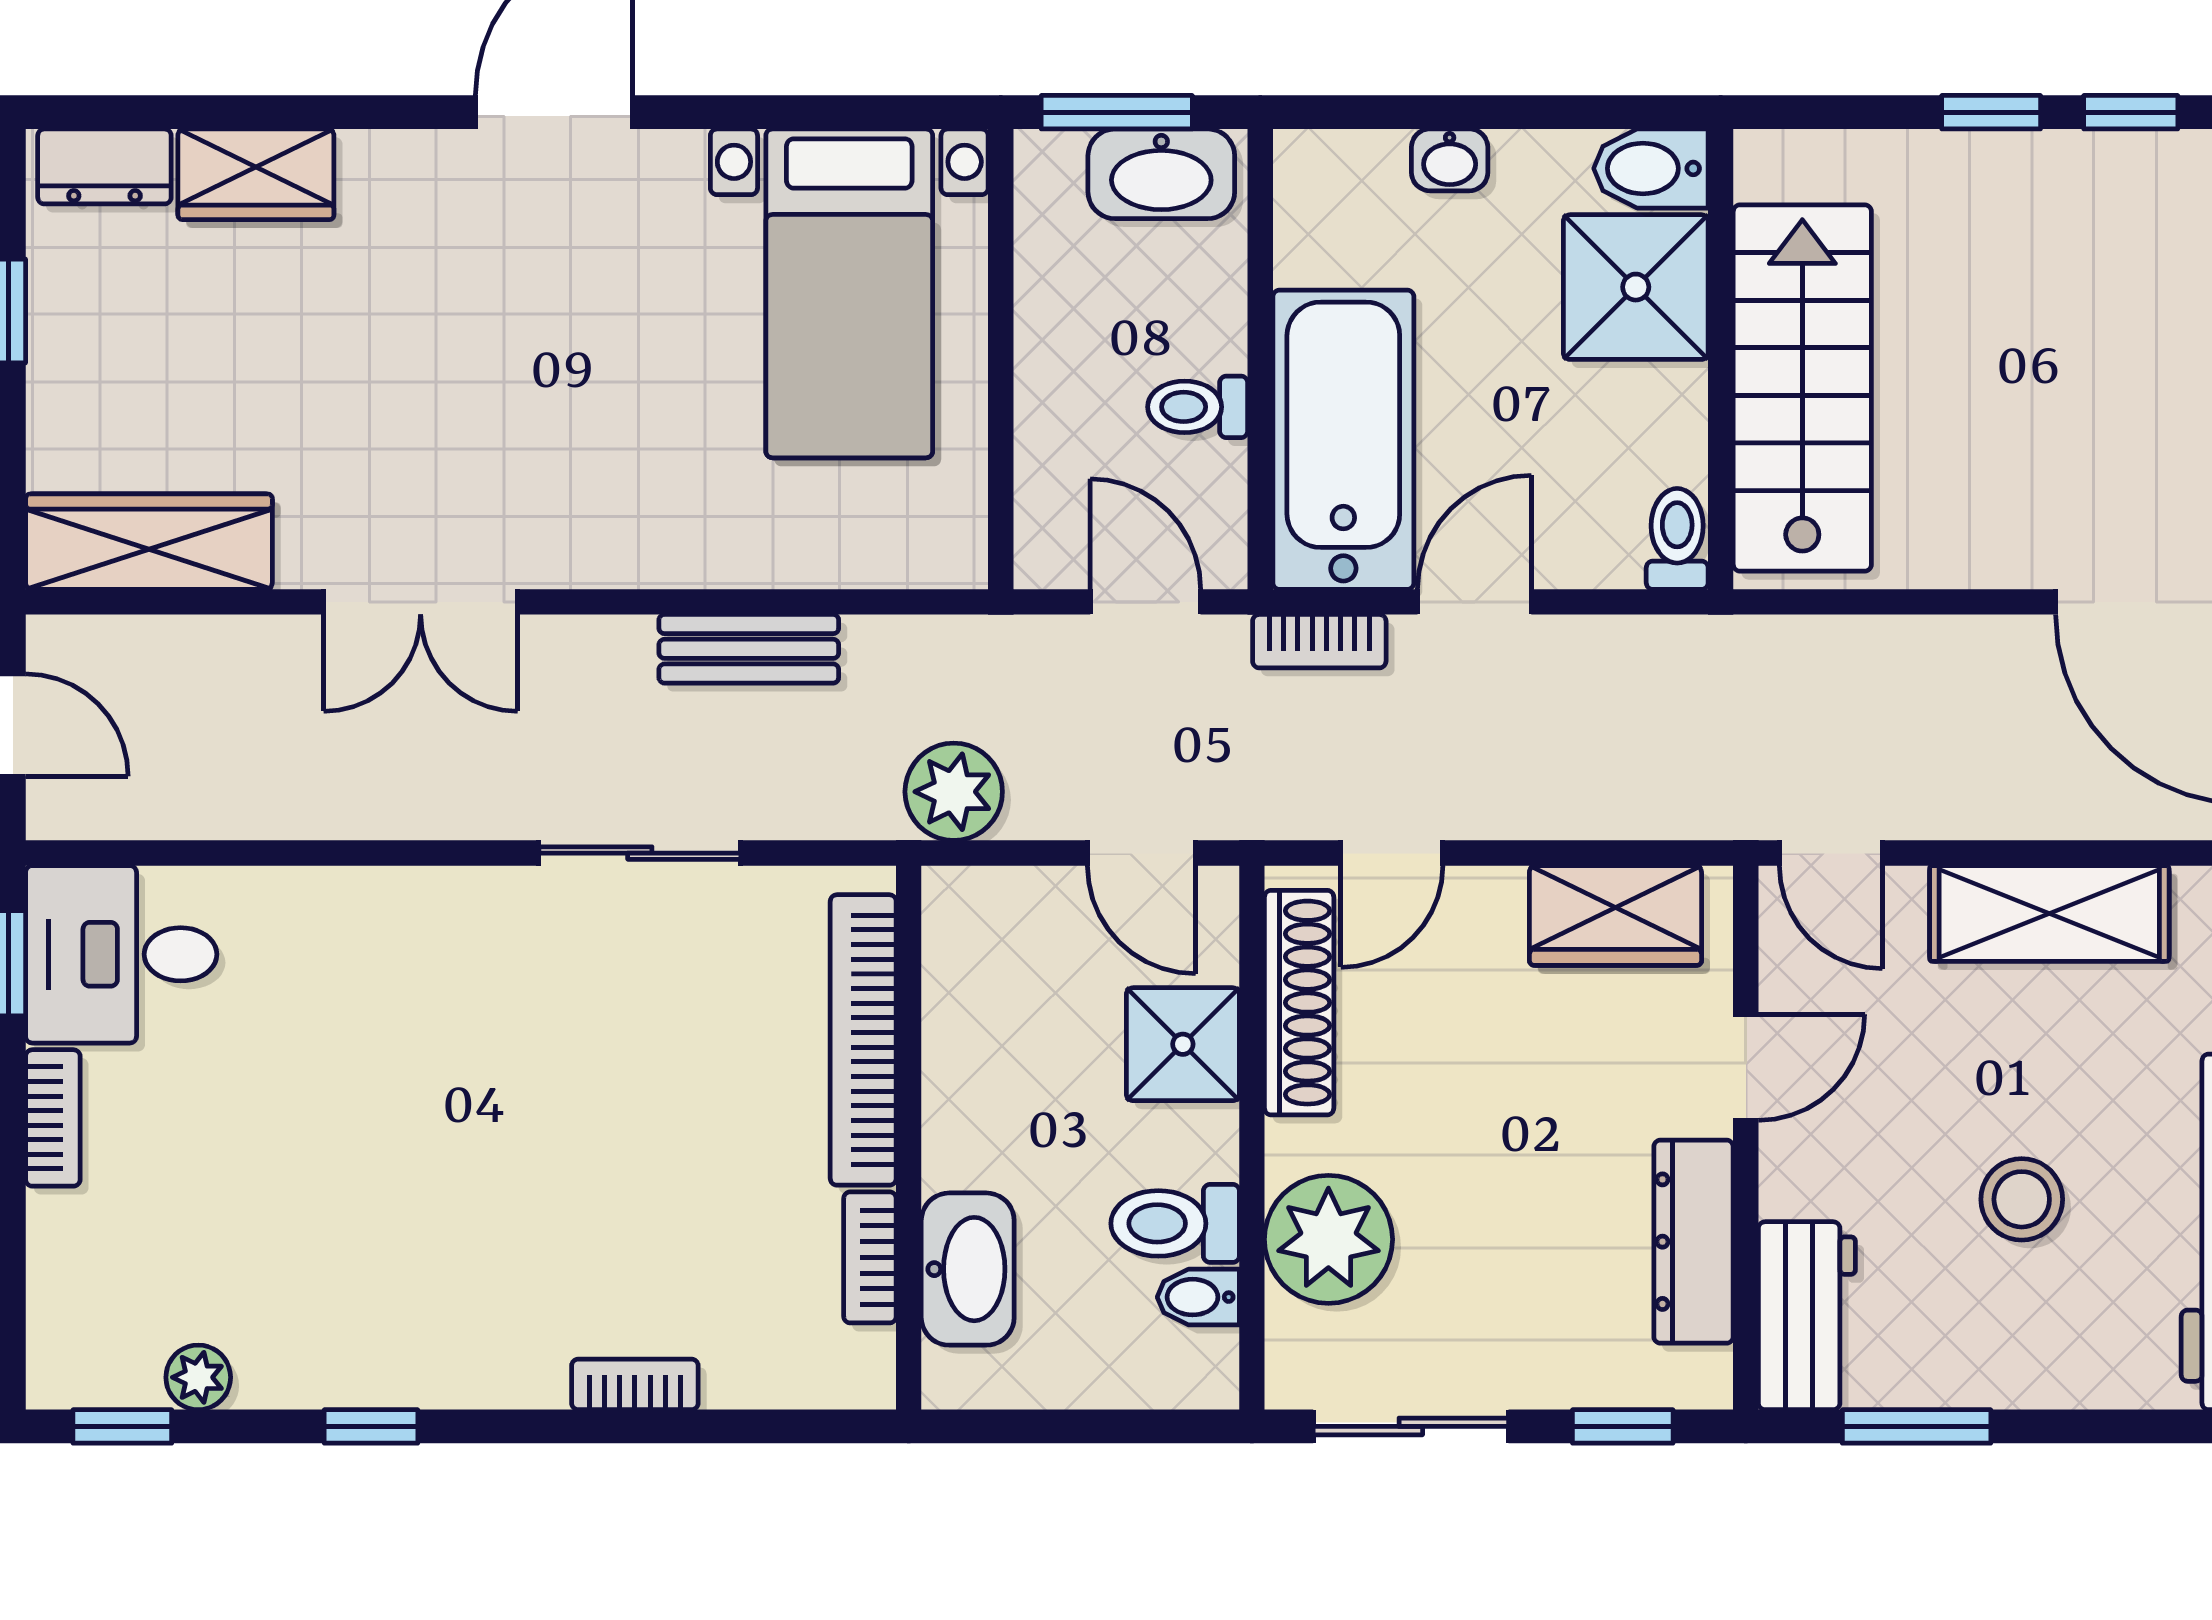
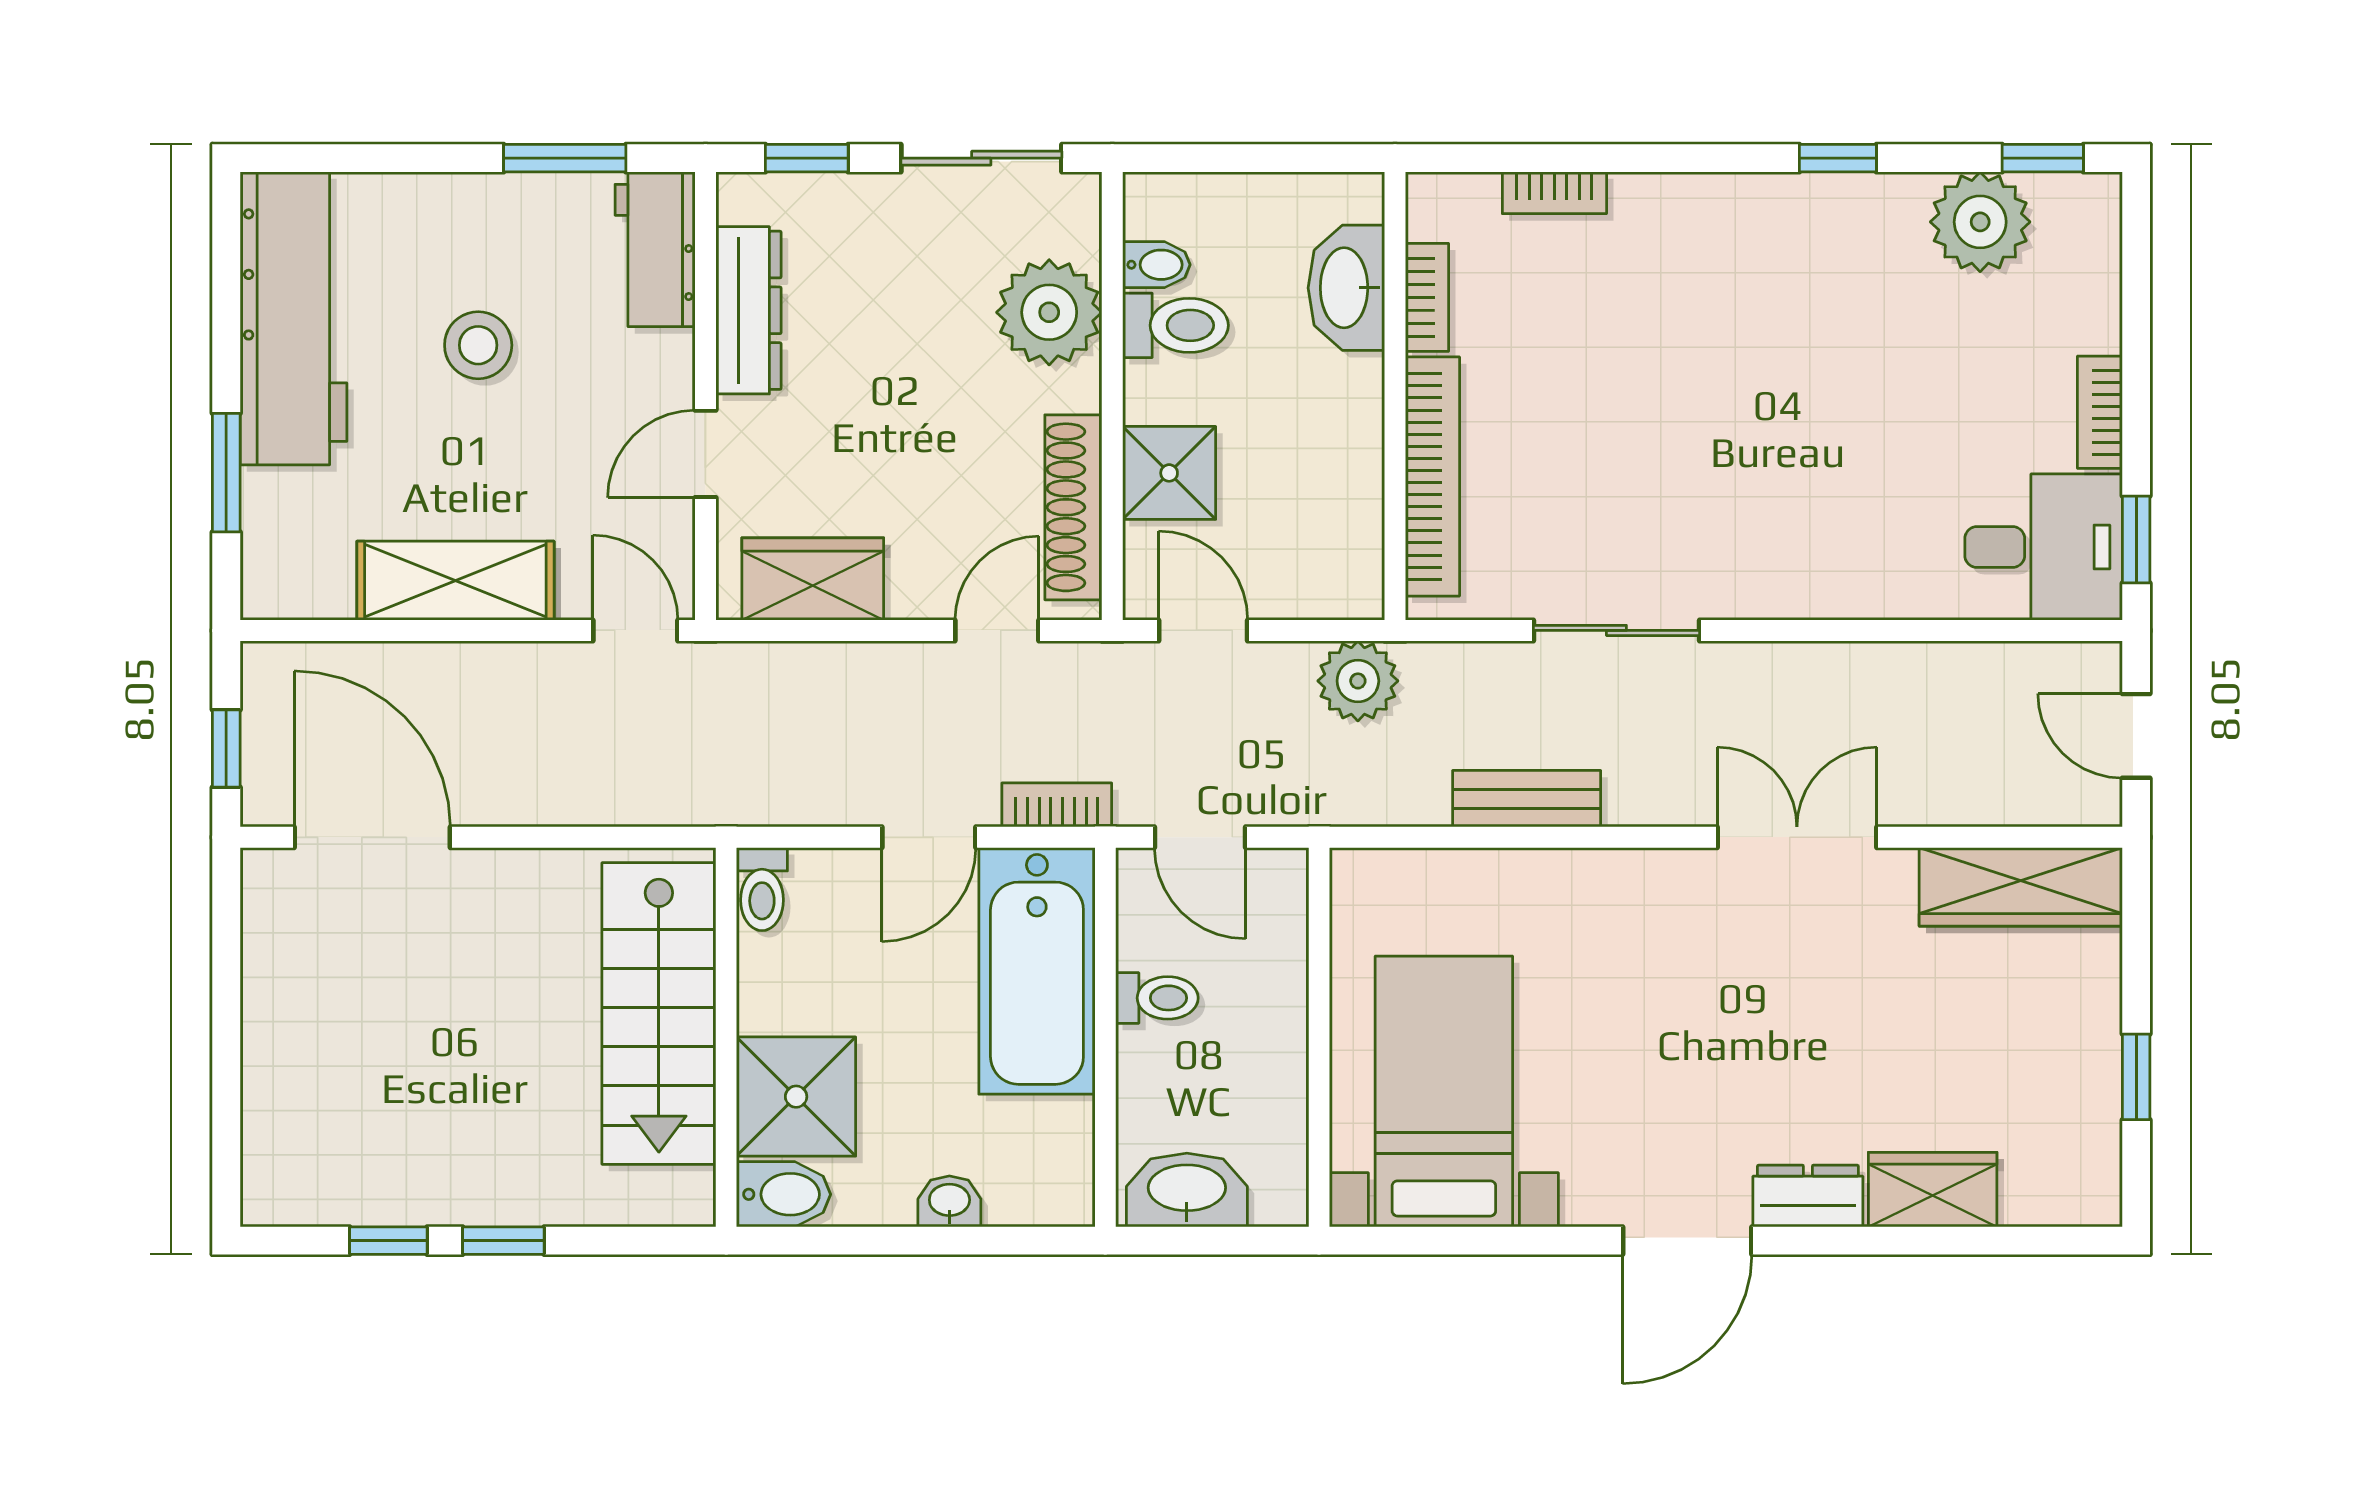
window: (1117, 112) -> (1224, 1241), removed
dresser: (104, 166) -> (1808, 1196), moved
plant: (198, 1377) -> (1980, 222), width x1.87, depth x1.87
bookcase: (635, 1384) -> (1554, 193), moved

